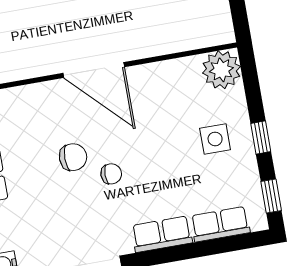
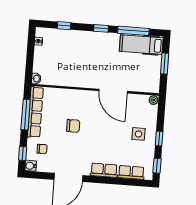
door: (94, 70) -> (113, 91), moved
plant: (221, 70) -> (154, 100), width x0.53, depth x0.53
chair: (111, 174) -> (42, 149), moved

